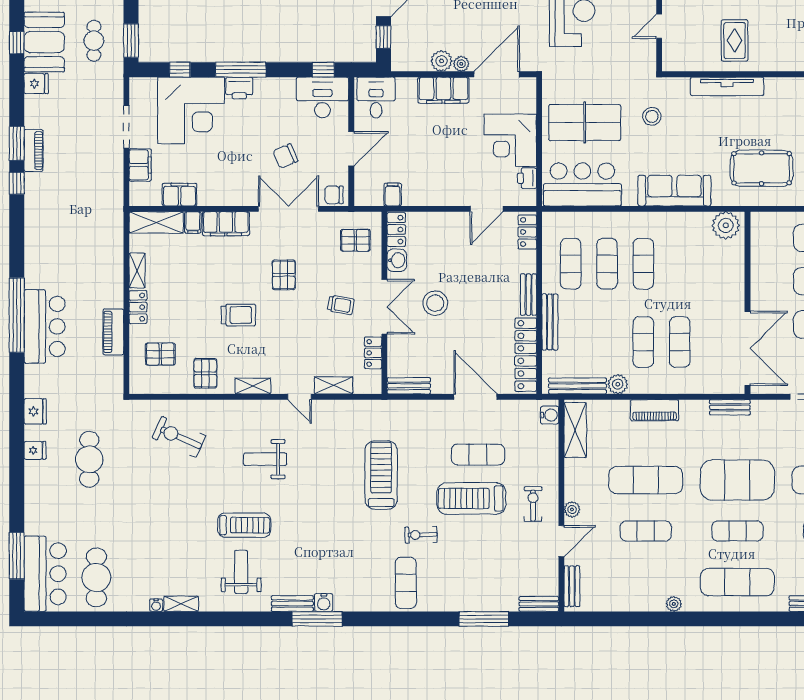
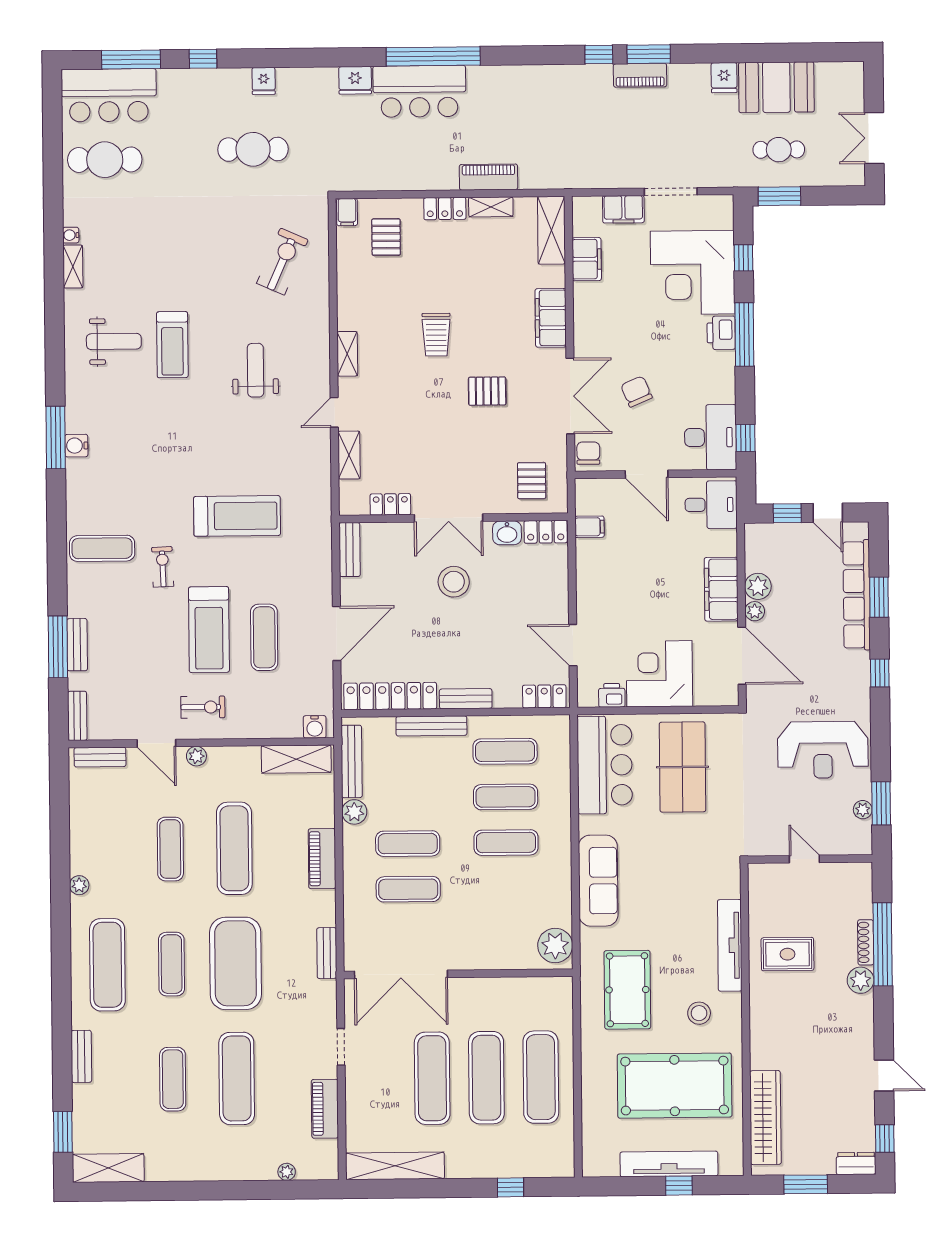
window: (17, 43) -> (203, 59), moved
stool: (652, 116) -> (699, 1013), moved
filing cabinet: (193, 222) -> (347, 212), moved, turned -90
trolley: (341, 305) -> (450, 463), removed
piano: (113, 332) -> (488, 177), moved
pallet: (205, 373) -> (363, 294), removed
fridge: (35, 411) -> (355, 80), moved
treadmill: (471, 498) -> (209, 630), turned 180
bench: (292, 604) -> (77, 645), moved

